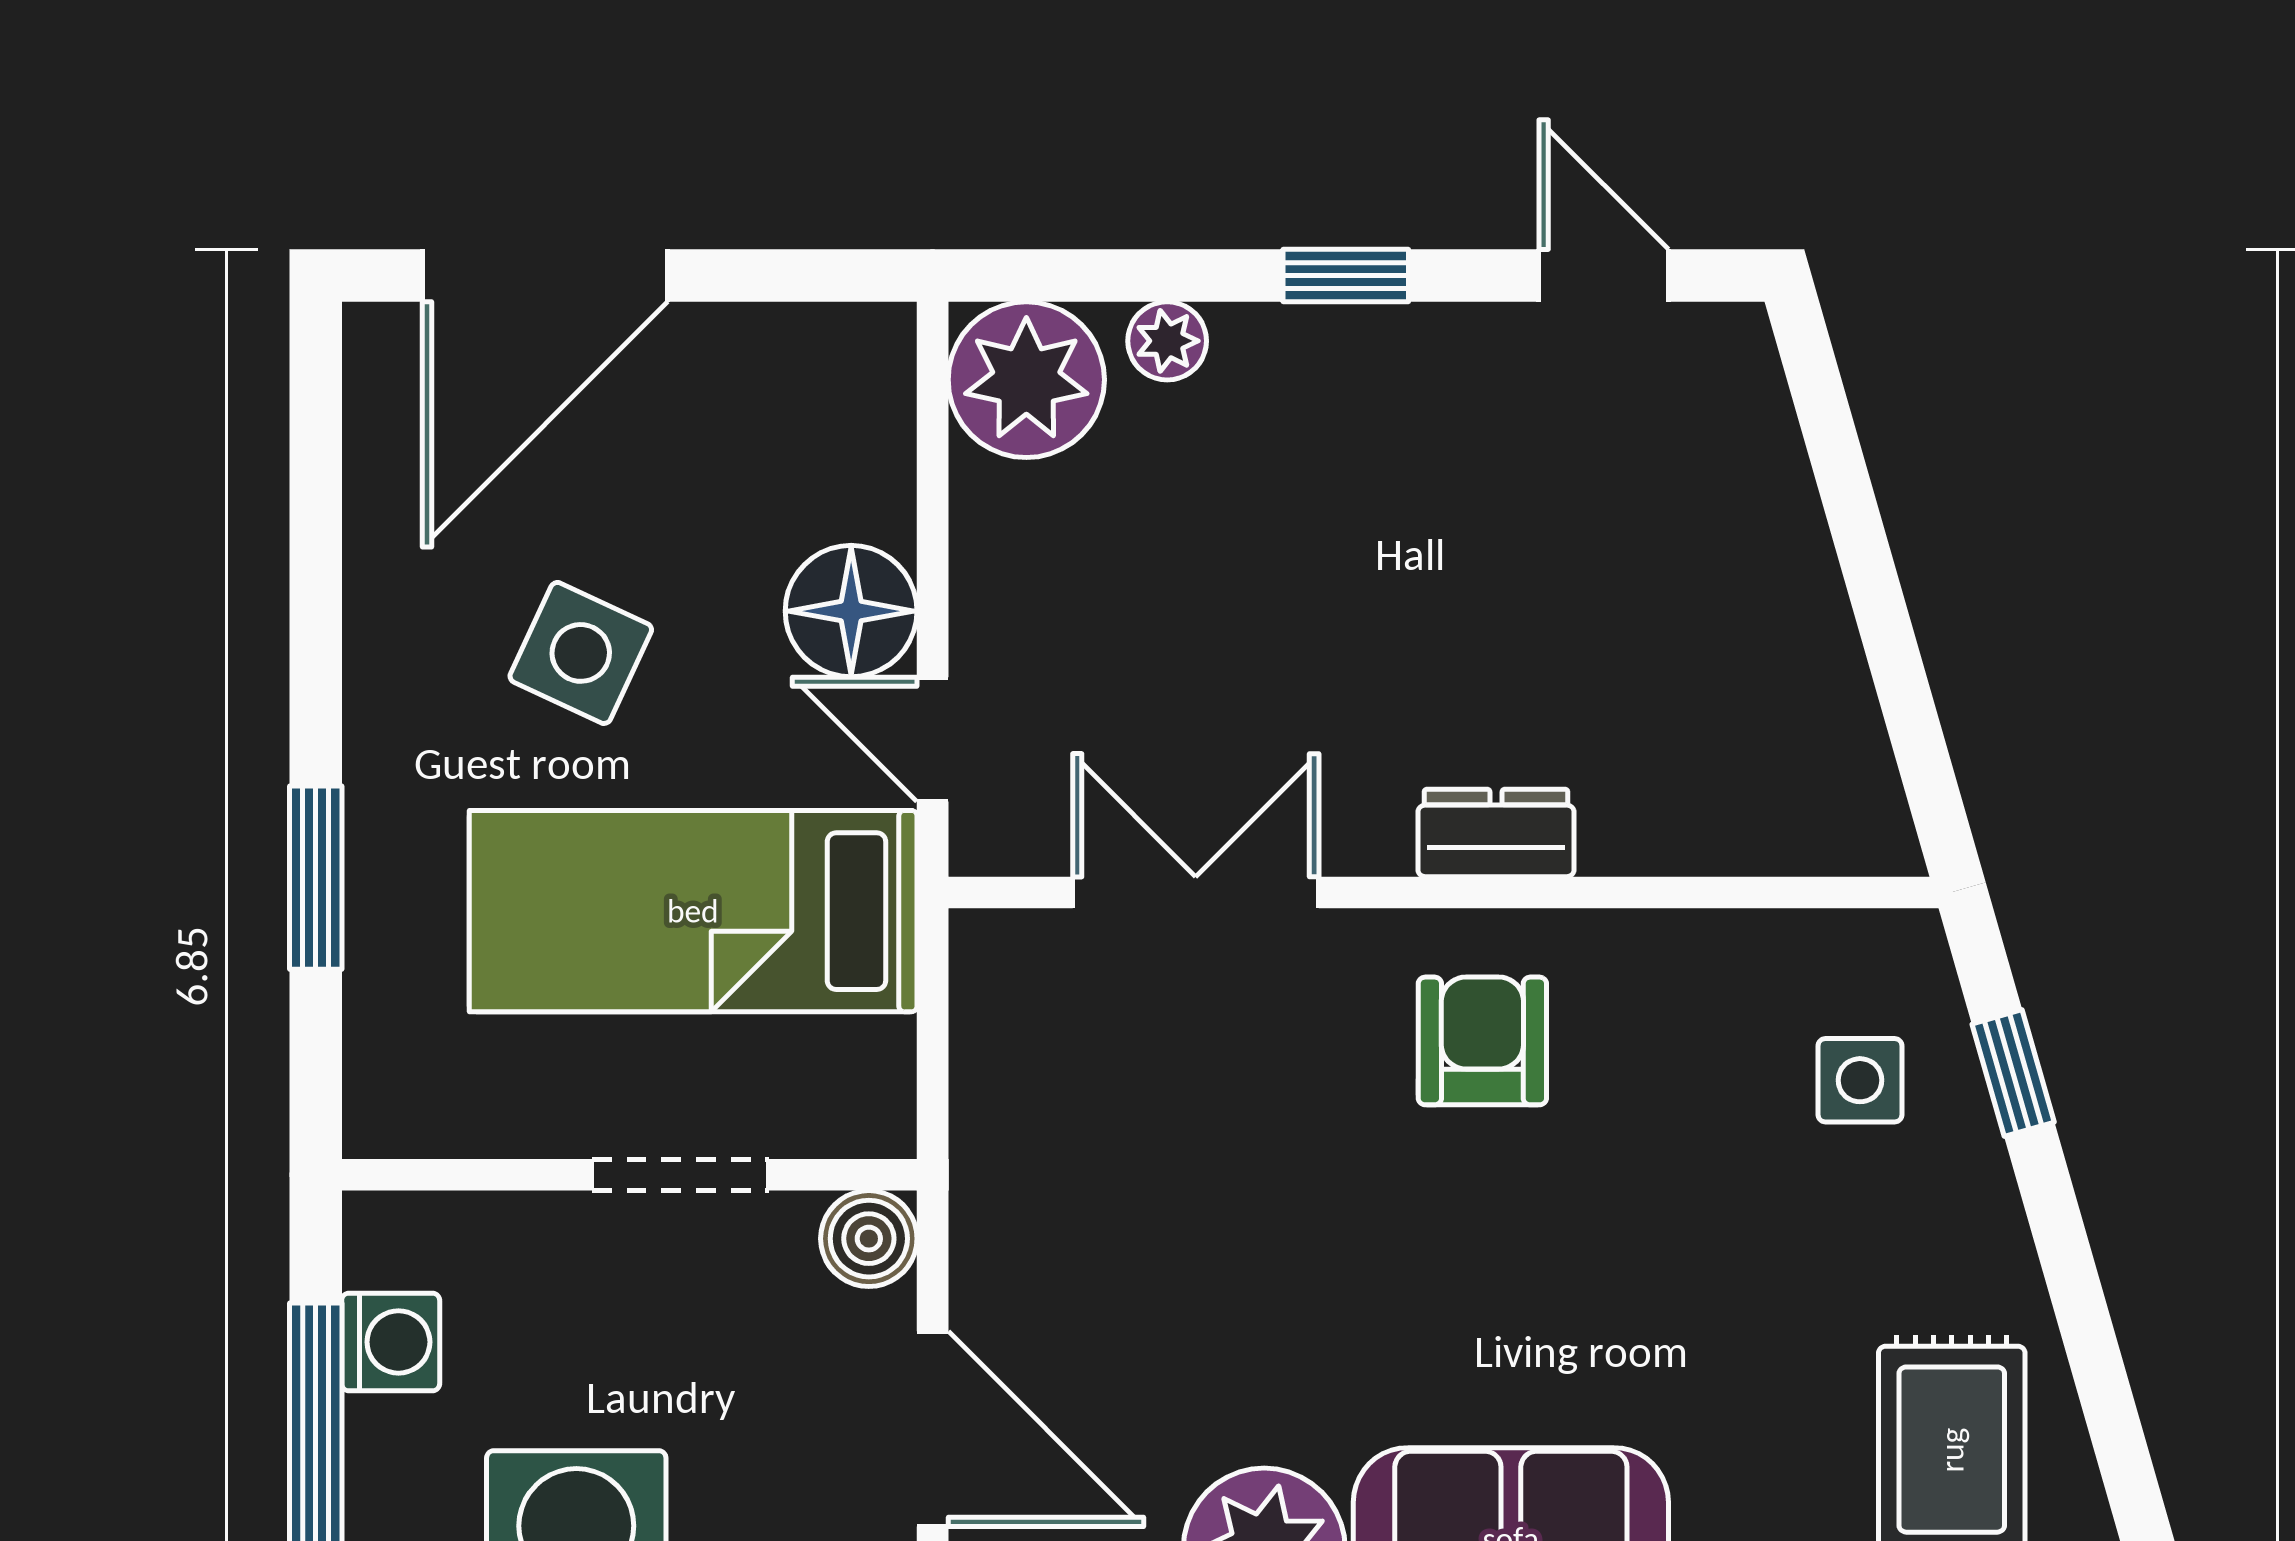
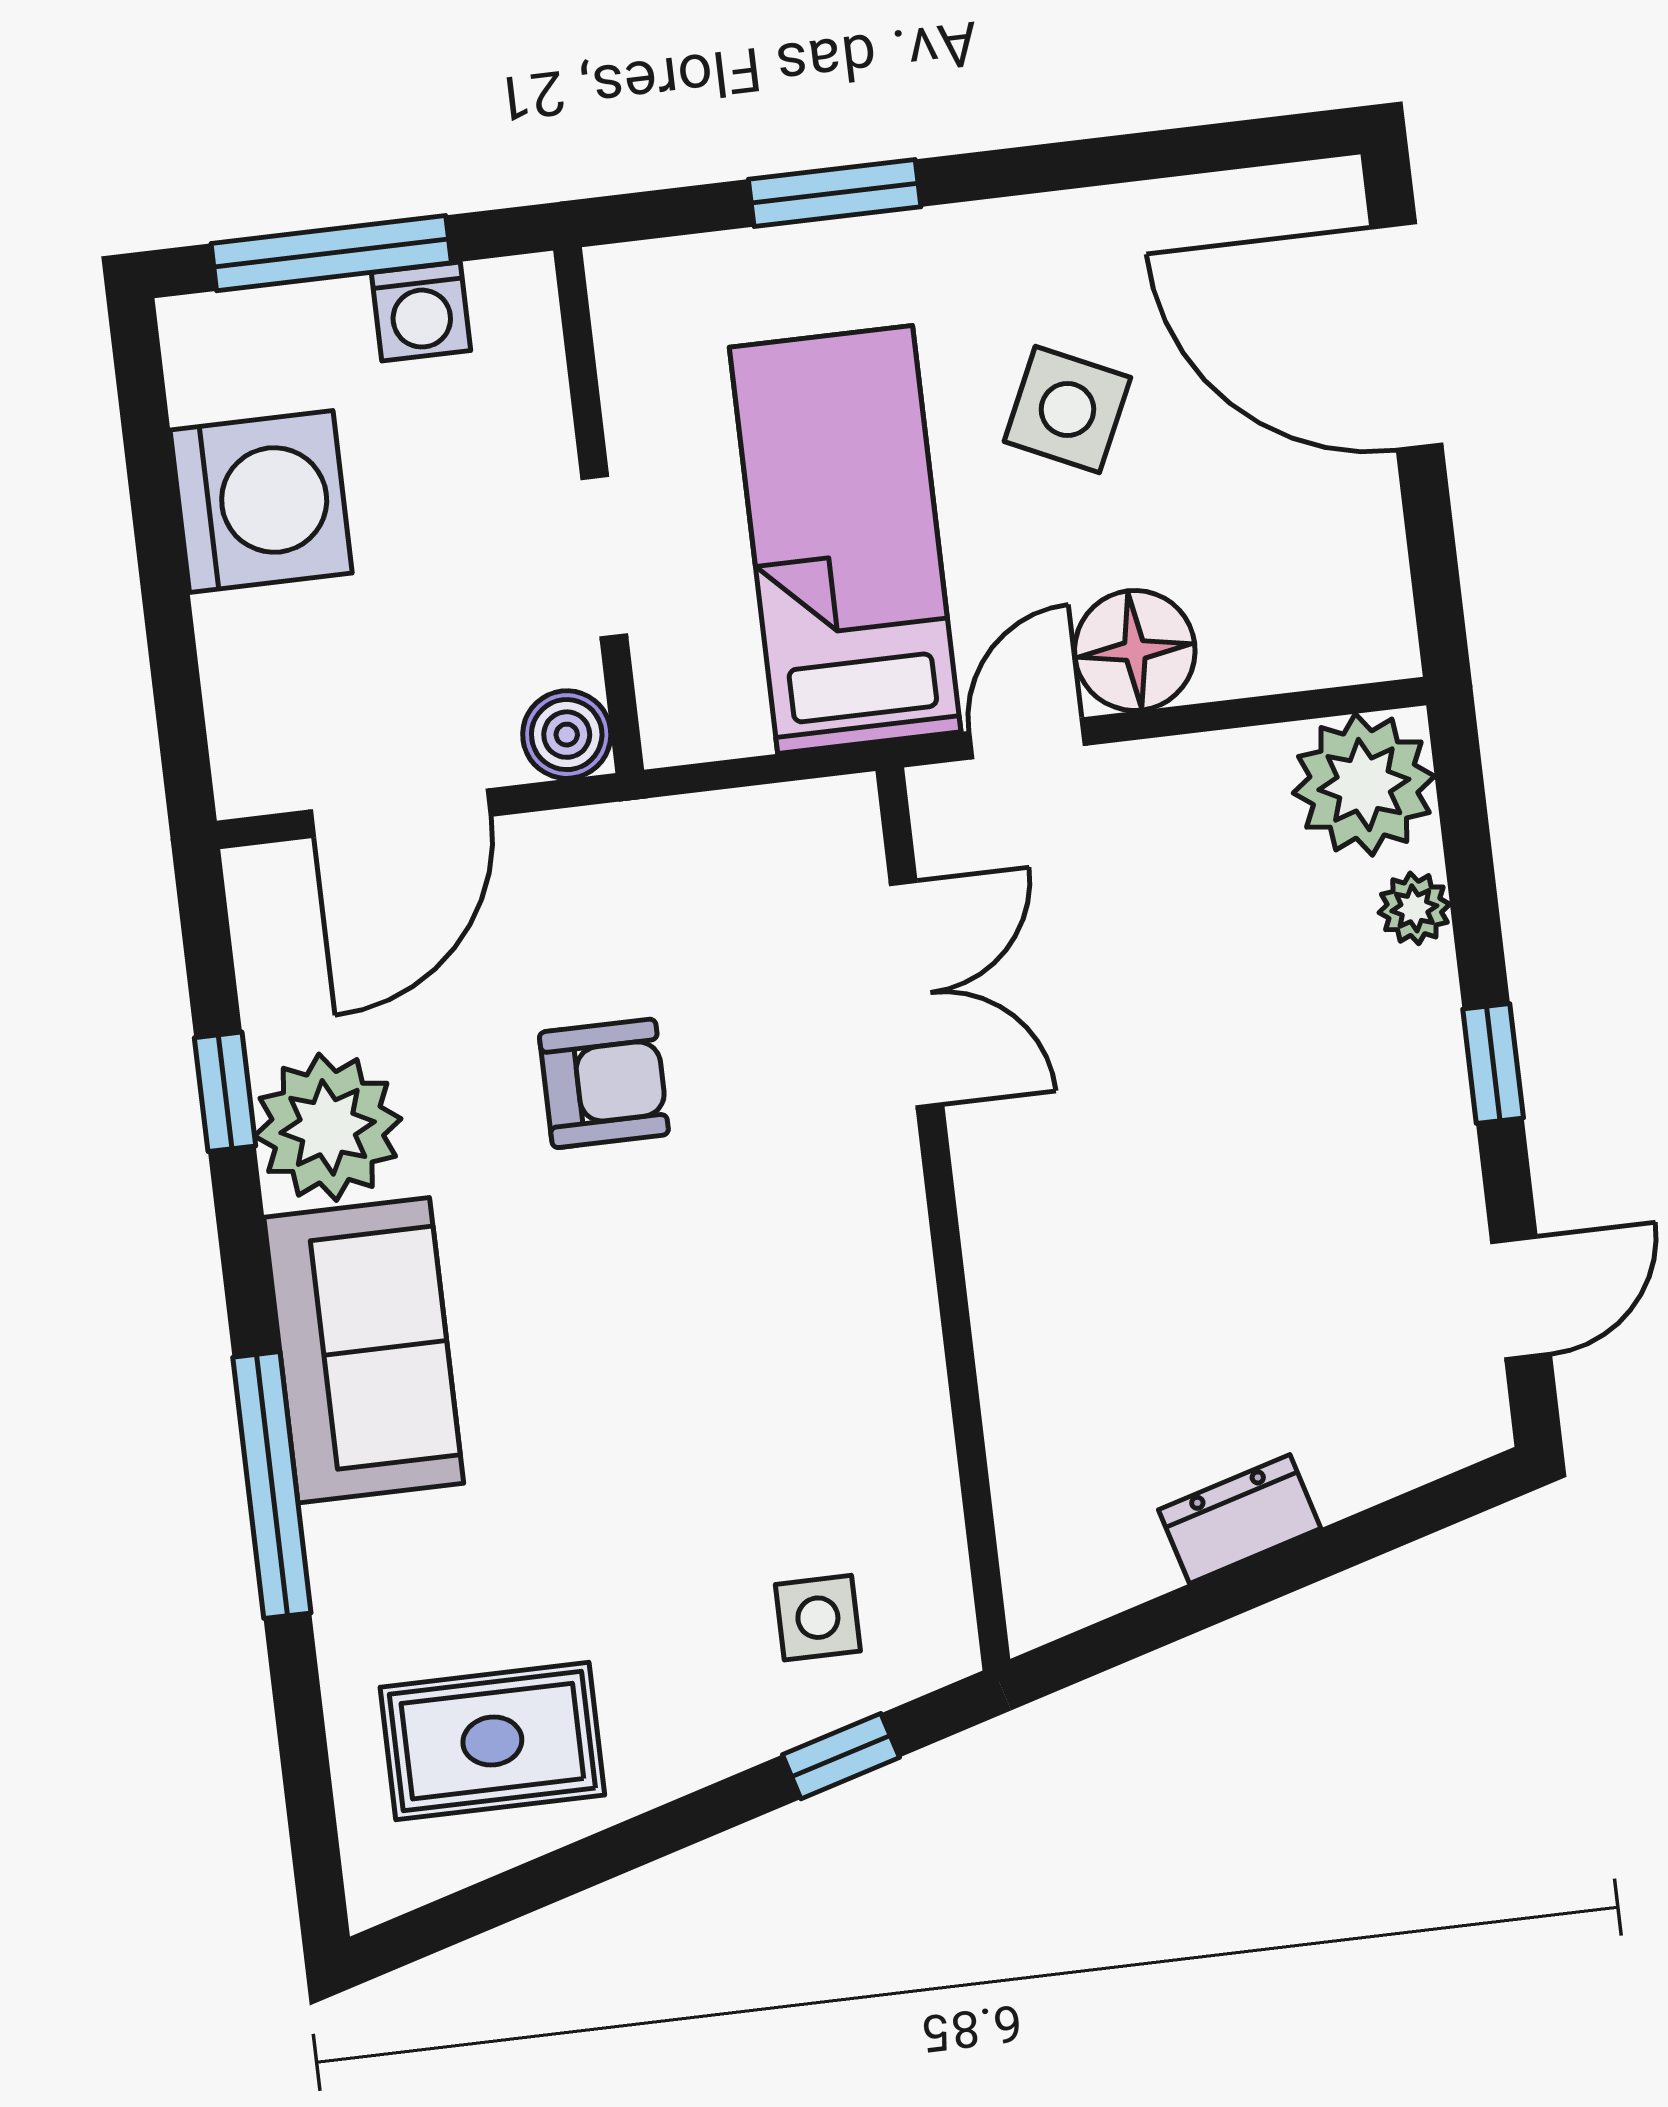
dresser: (1496, 833) -> (1240, 1519), moved, turned -106
armchair: (1482, 1041) -> (604, 1083), moved

